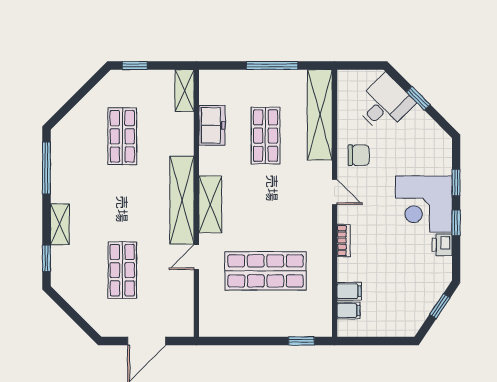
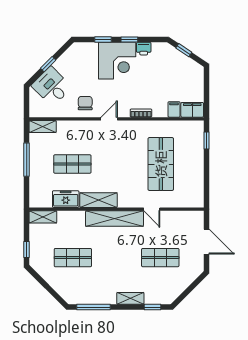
shelving: (320, 115) -> (43, 127), width x0.45, depth x0.75
shelving: (210, 204) -> (98, 200), moved
filing cabinet: (348, 310) -> (192, 110), width x2.00

